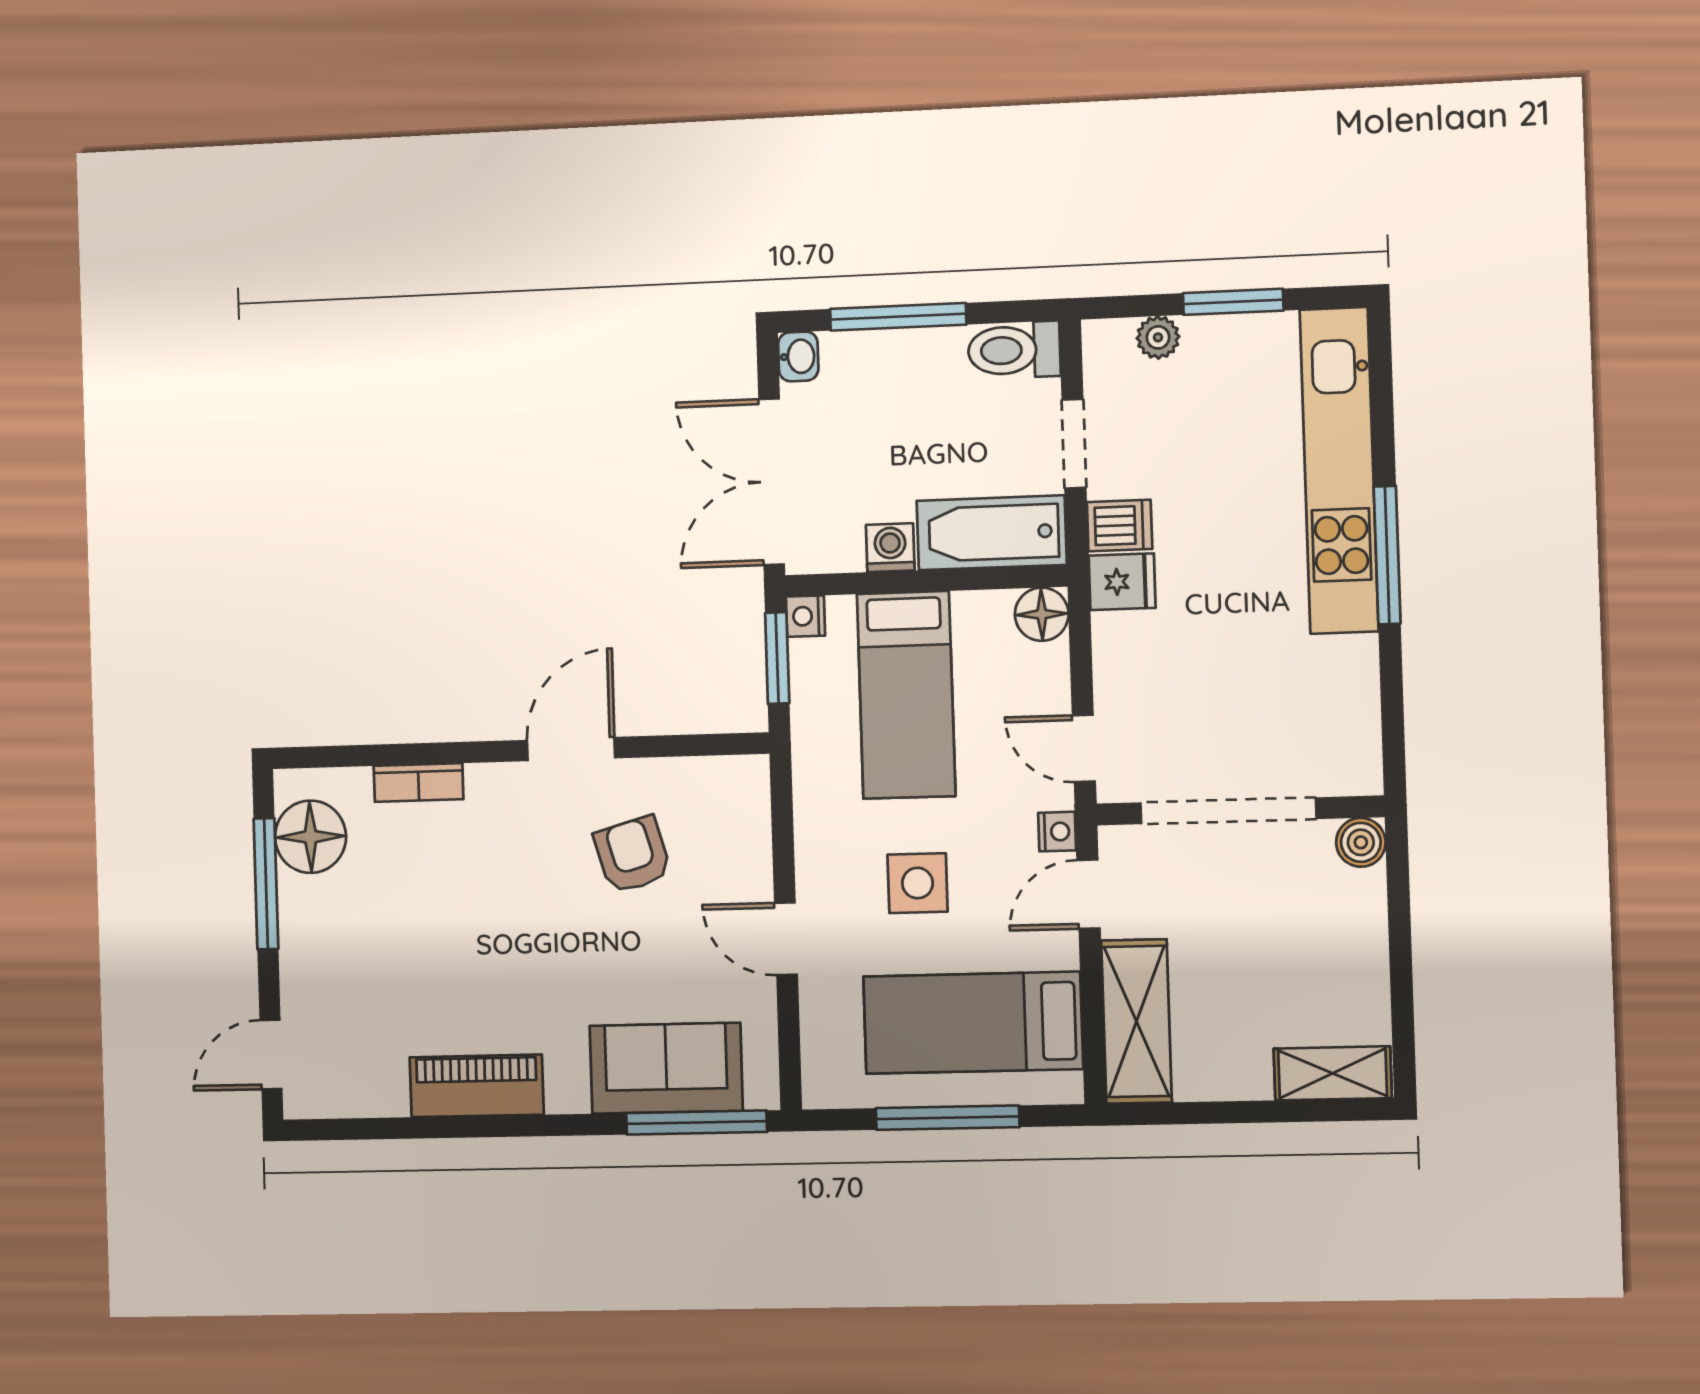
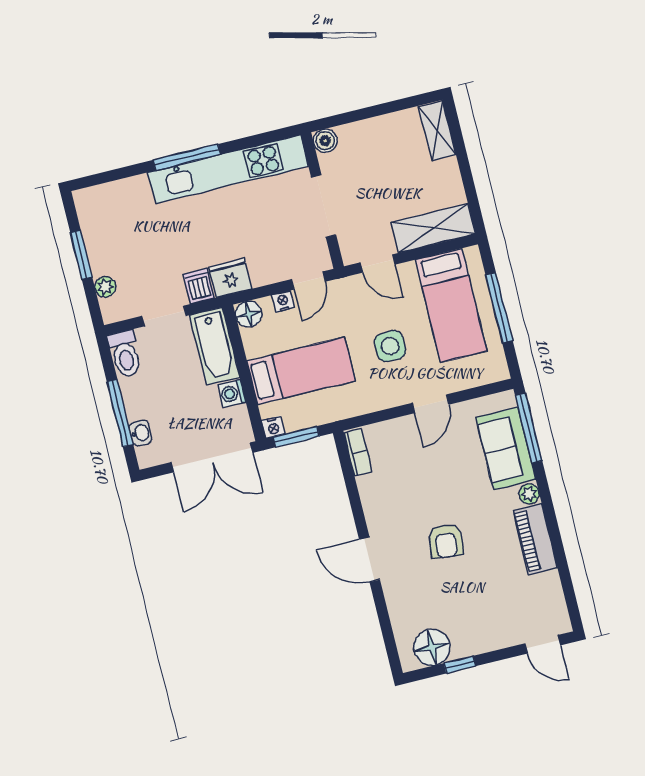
washbasin: (798, 356) -> (141, 433), moved, turned 90
kitchen unit: (1339, 470) -> (228, 169), moved
fridge: (1122, 582) -> (230, 278), width x1.38
door: (571, 749) -> (369, 559), moved
bookcase: (418, 783) -> (358, 452), moved
doorway: (1228, 811) -> (324, 206), width x0.73
nightstand: (1057, 832) -> (283, 301), moved
armchair: (633, 855) -> (446, 541), moved, turned -68
window: (266, 884) -> (460, 665), width x0.46
plant: (567, 1094) -> (529, 494), added

